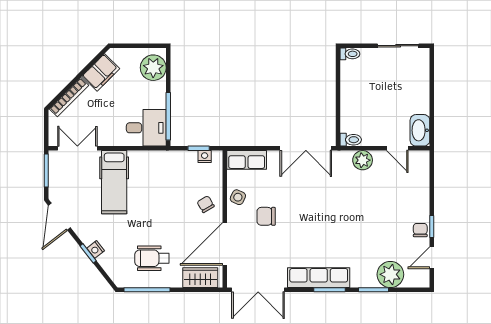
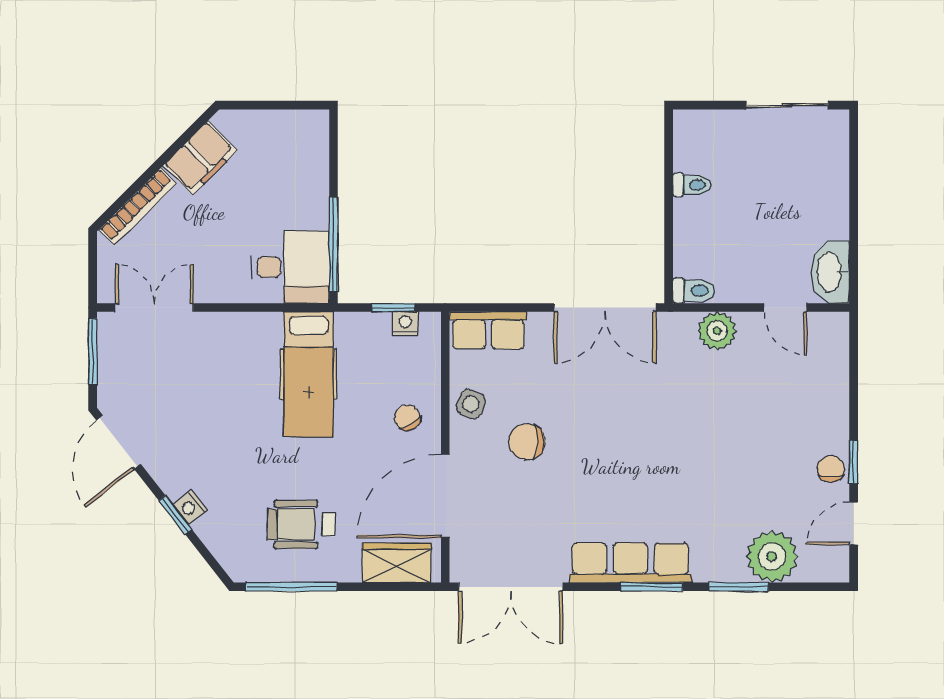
toilet: (350, 54) -> (692, 185), moved
plant: (153, 68) -> (304, 148), removed
hospital bed: (114, 182) -> (309, 374), moved

